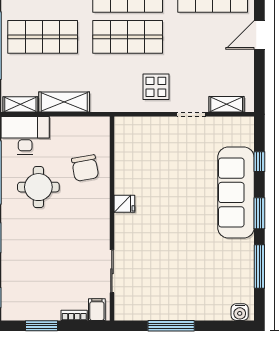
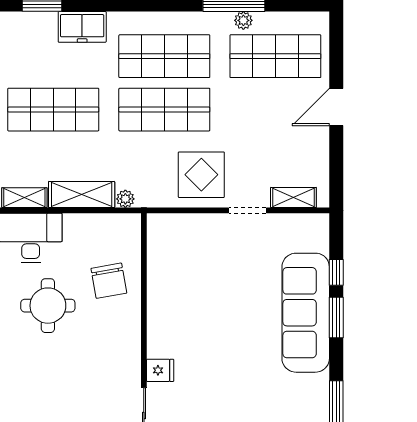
display table: (156, 87) -> (201, 175), width x1.36, depth x1.36
plant: (98, 105) -> (125, 199), added
fridge: (124, 204) -> (160, 370), moved
window: (259, 213) -> (336, 318), moved

